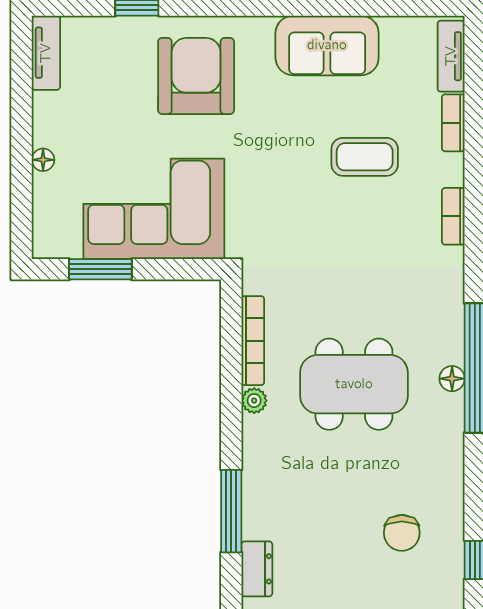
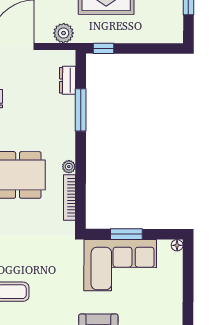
floor lamp: (43, 160) -> (177, 245), moved
window: (100, 269) -> (126, 234), moved

